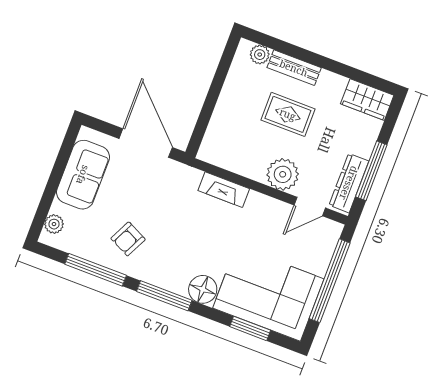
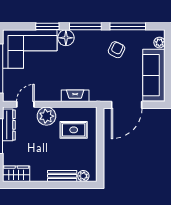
rug: (288, 114) -> (74, 130), moved
door: (146, 143) -> (127, 105), hinge flipped
sofa: (83, 175) -> (154, 75), width x1.36
window: (250, 328) -> (47, 26), moved

